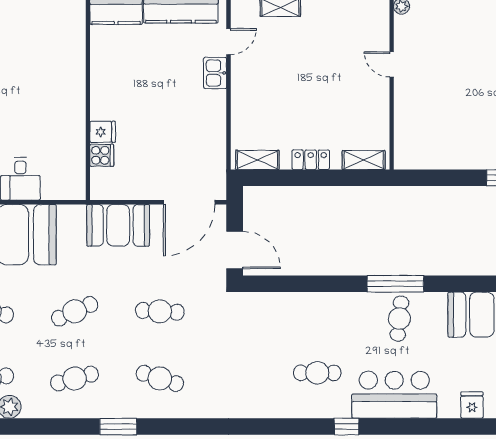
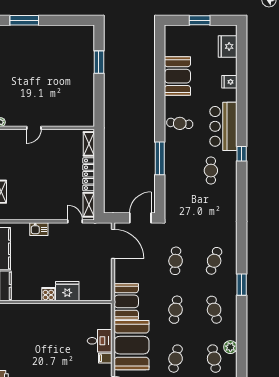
door: (229, 42) -> (75, 221), moved
fridge: (103, 132) -> (67, 291), width x1.88, depth x1.34
cooker: (102, 155) -> (48, 294), moved
locker: (311, 160) -> (89, 174), width x1.53
booth: (118, 225) -> (126, 301), moved
window: (395, 284) -> (160, 158), moved
cafe table: (75, 311) -> (176, 310), turned 33

